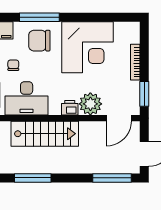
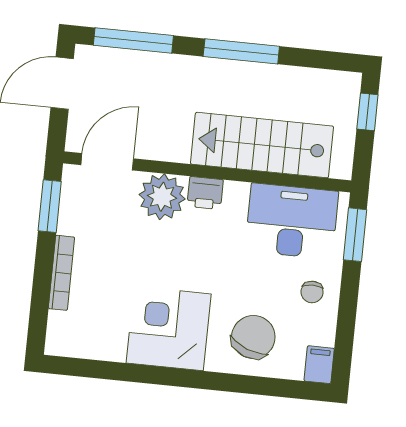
window: (39, 17) -> (249, 385), removed
chair: (39, 41) -> (253, 337), turned -69
corner desk: (88, 47) -> (169, 328), width x0.74, depth x0.74
window: (33, 178) -> (241, 51), moved

